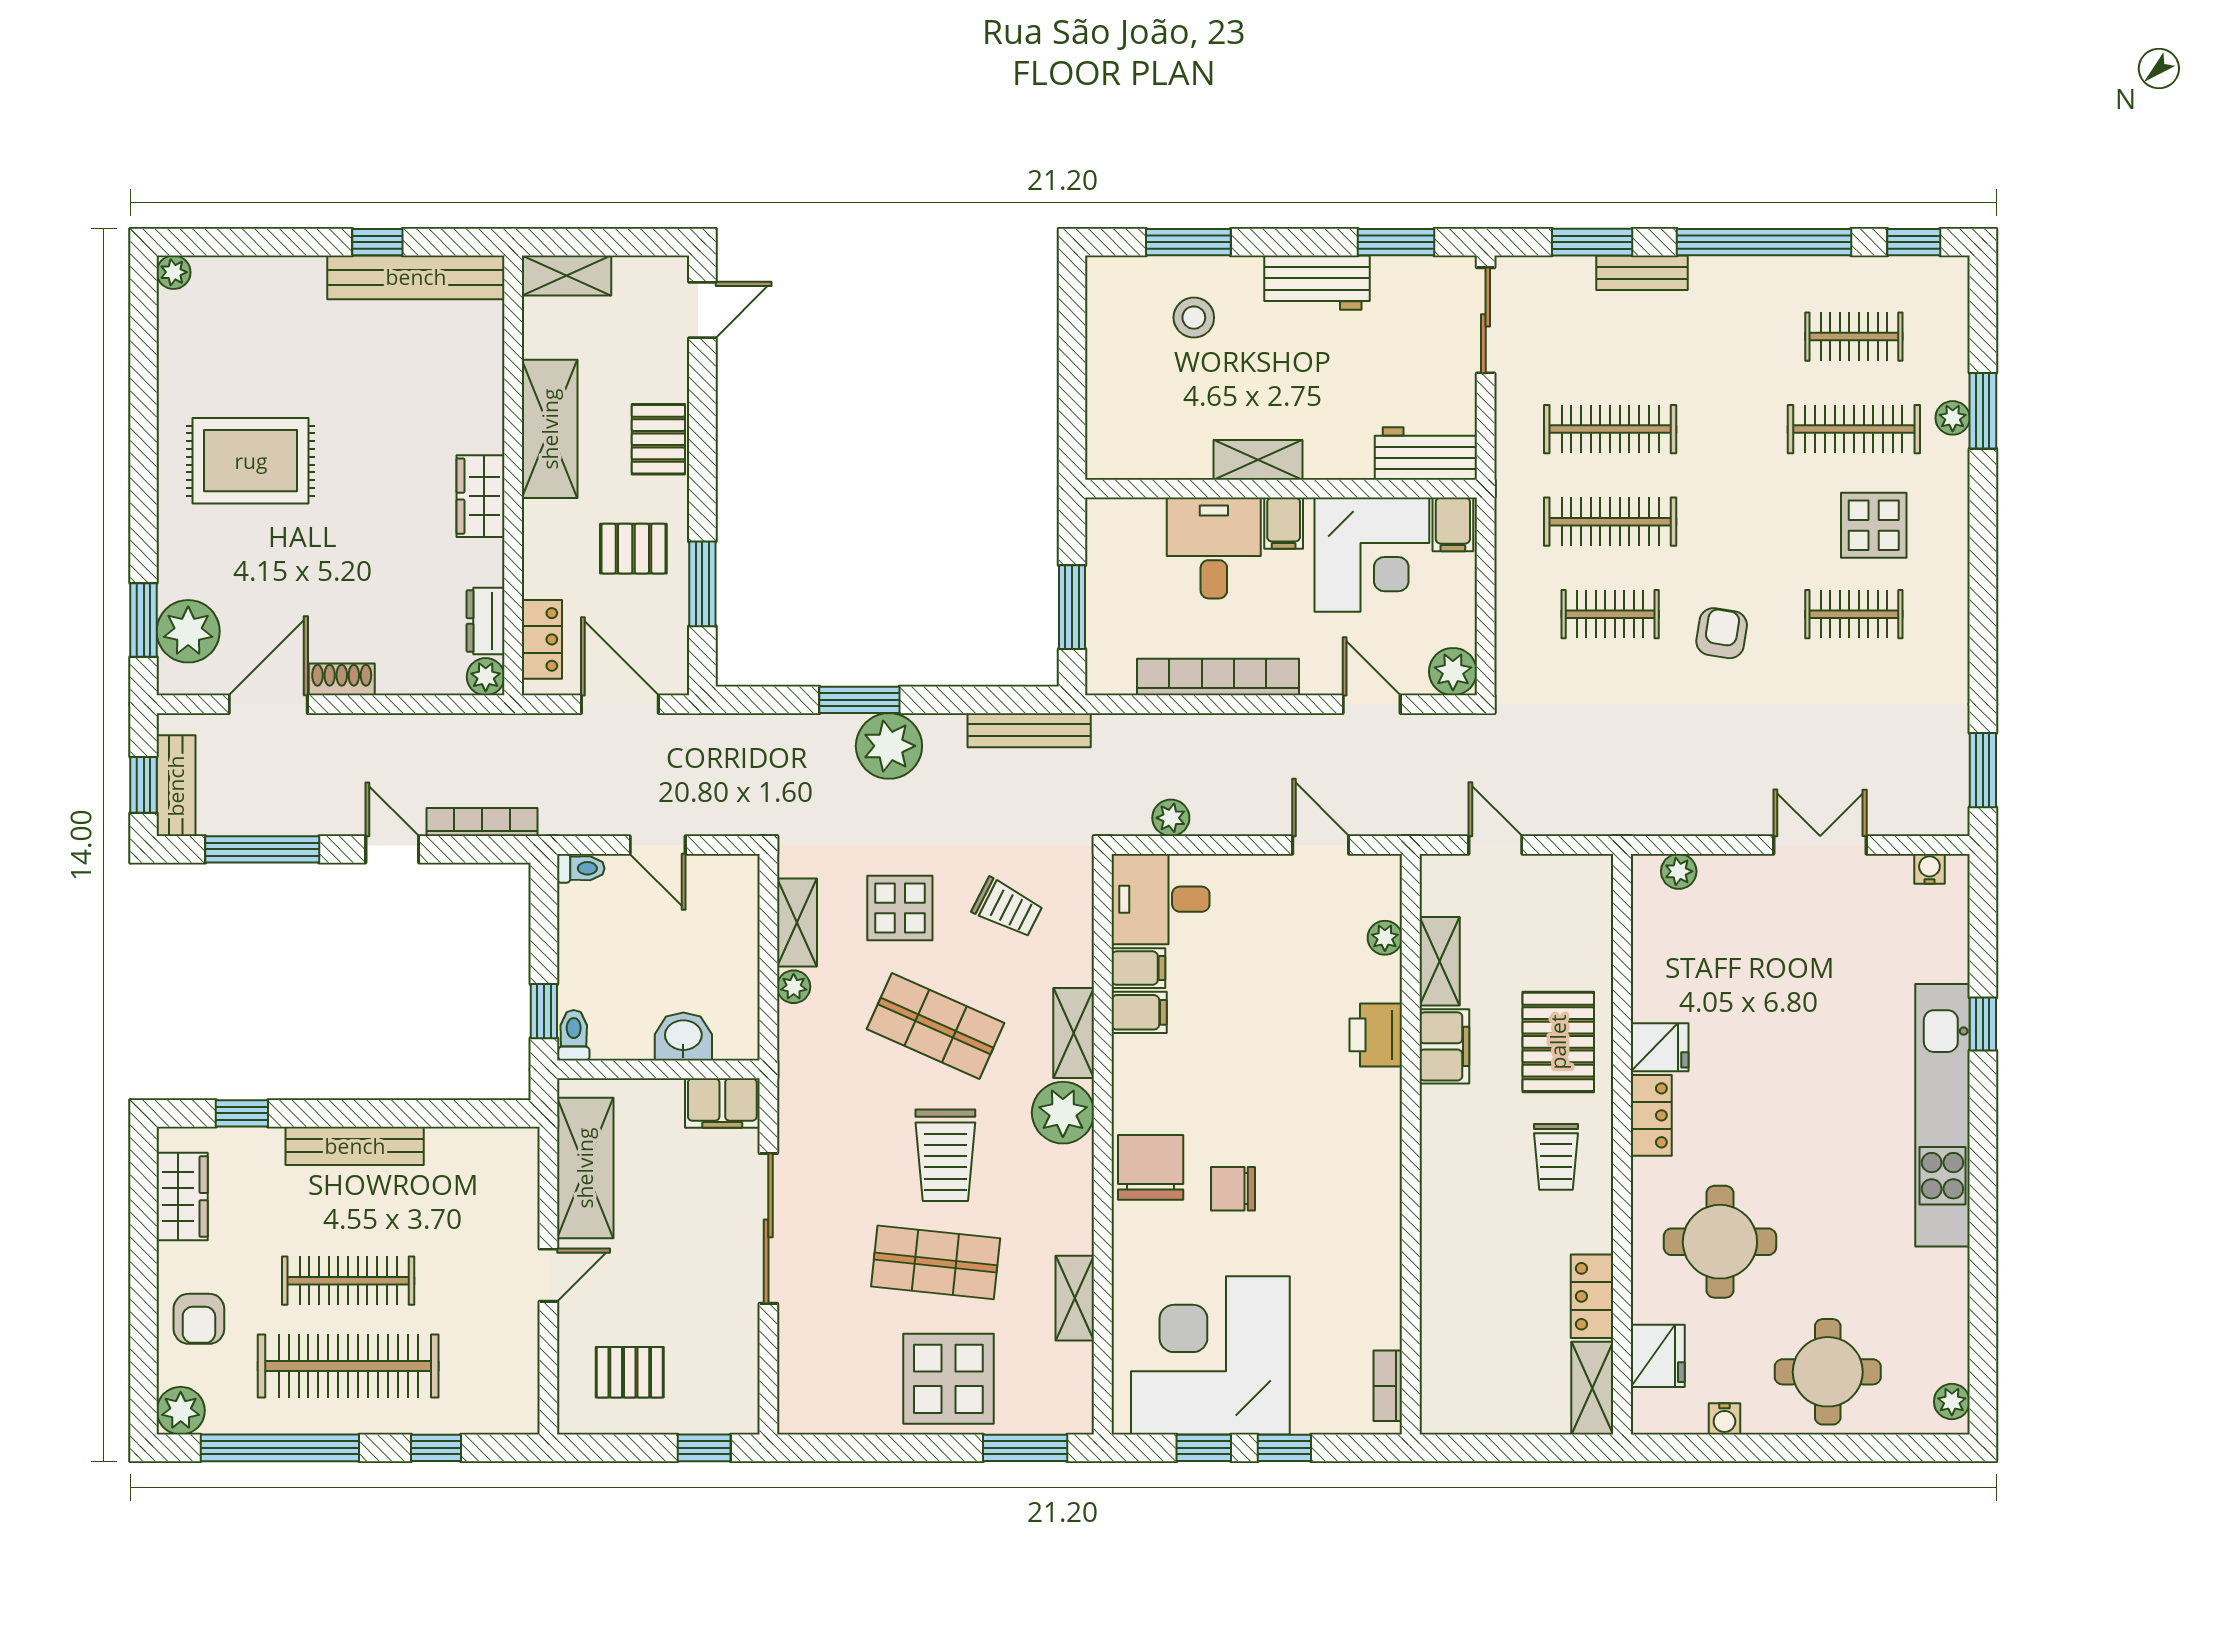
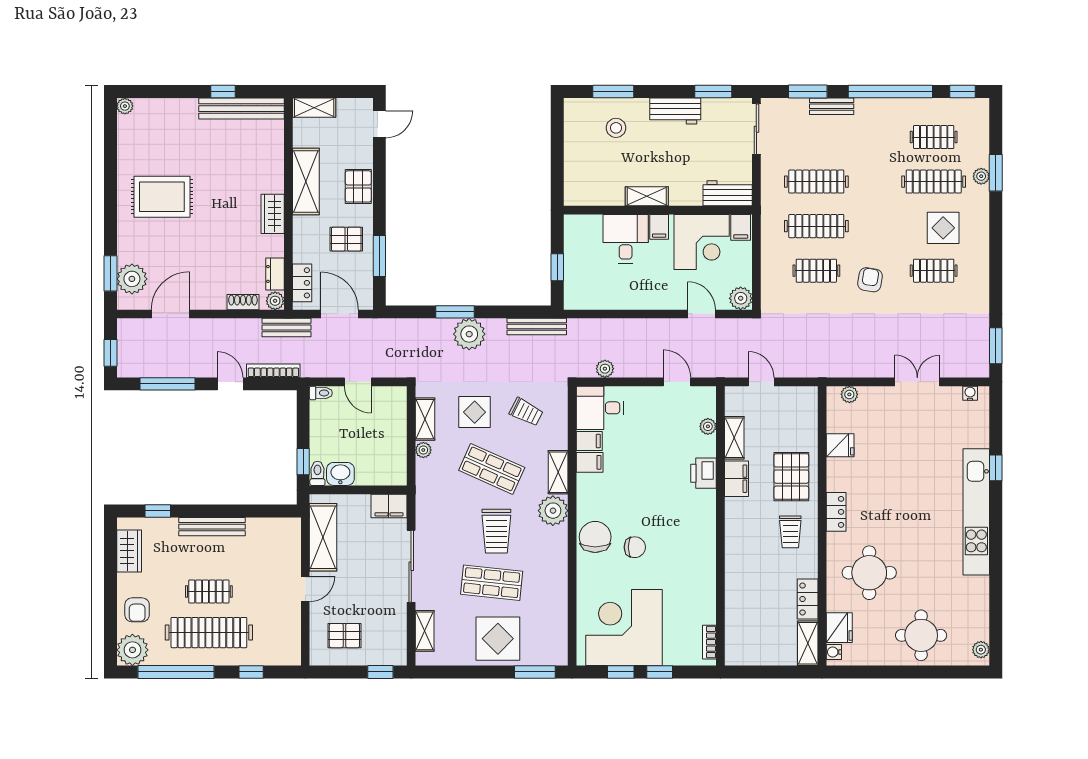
window: (1072, 607) -> (557, 267), width x0.67
bookcase: (1218, 677) -> (628, 301), removed
shoe rack: (342, 679) -> (243, 302), moved
bench: (176, 786) -> (287, 328), moved, turned 90
washbasin: (683, 1037) -> (340, 474), moved
fridge: (1660, 1047) -> (840, 445), moved
chair: (1233, 1189) -> (635, 547), turned 180
clothes rail: (348, 1281) -> (209, 591), width x0.73
shelving: (1075, 1298) -> (425, 631), moved
plant: (181, 1411) -> (132, 650), width x1.36, depth x1.36
water cooler: (1724, 1419) -> (834, 652), moved, turned 90

